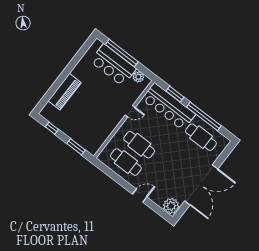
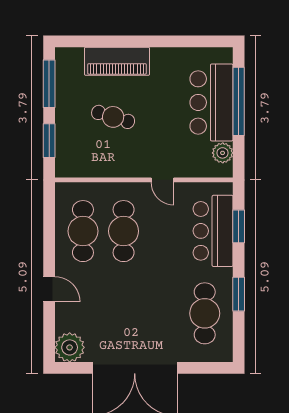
bar counter: (169, 107) -> (213, 231), width x0.73
cafe table: (87, 112) -> (113, 117), added
window: (204, 116) -> (239, 294), width x0.47
window: (52, 128) -> (49, 84), width x2.17

